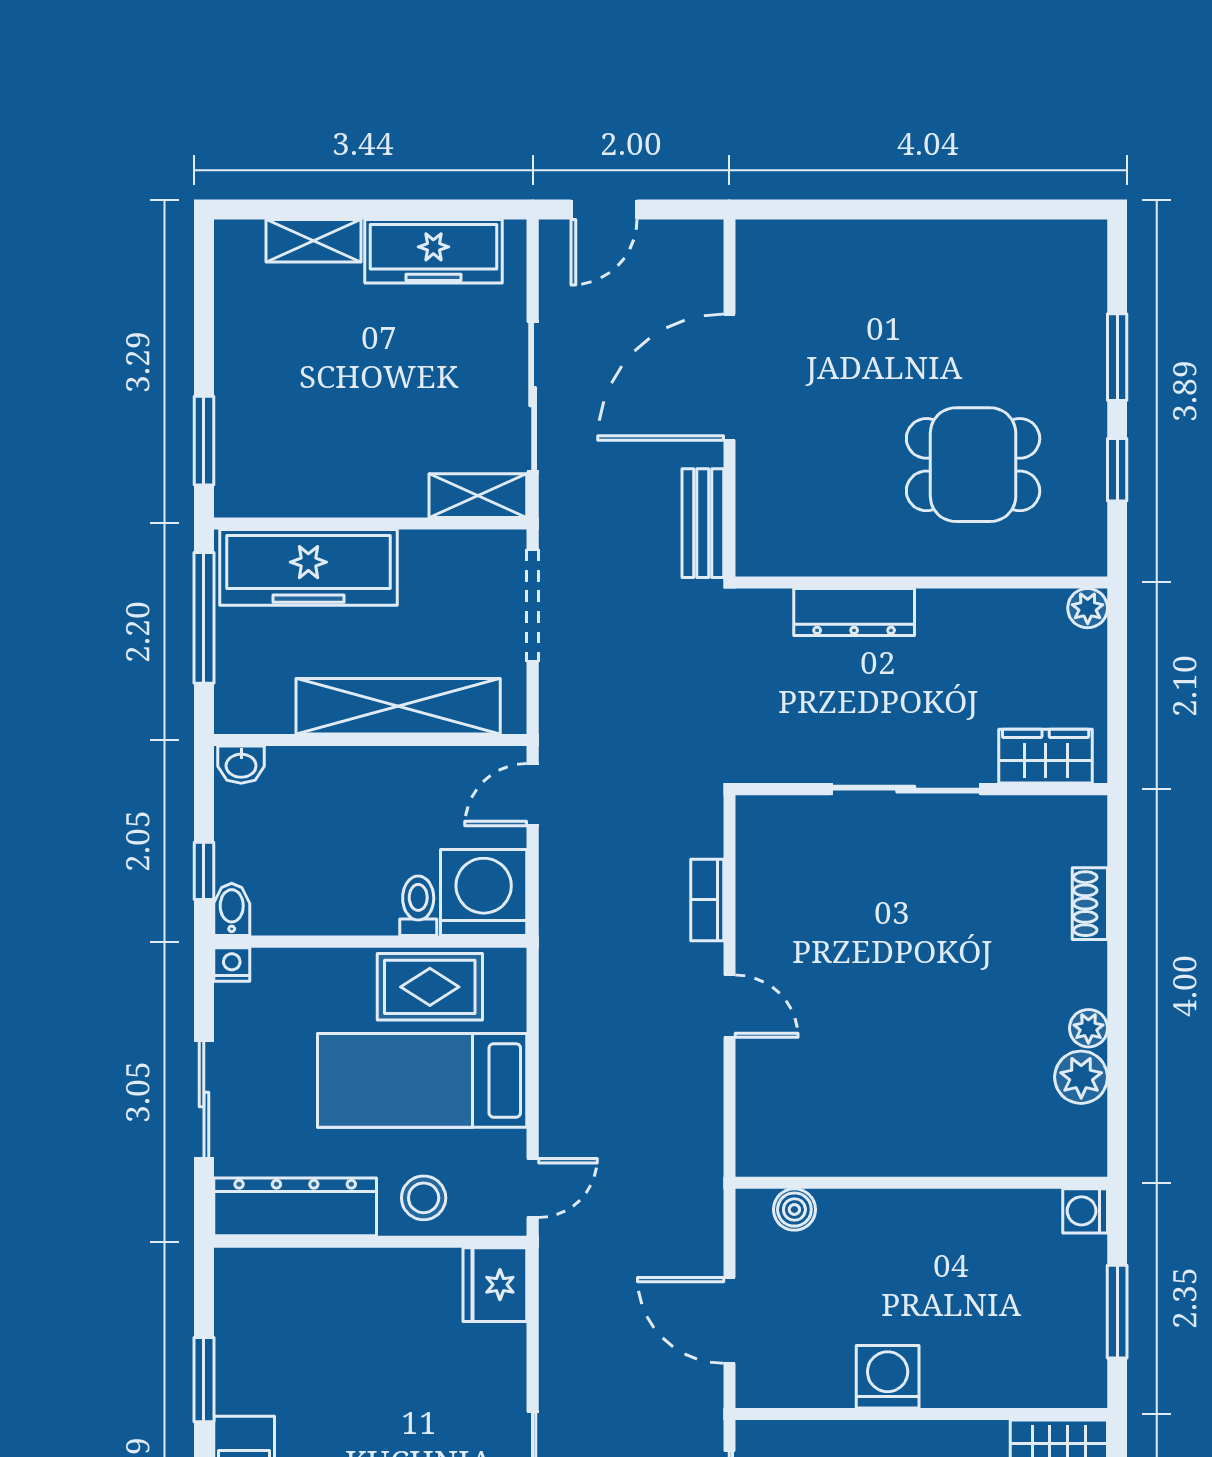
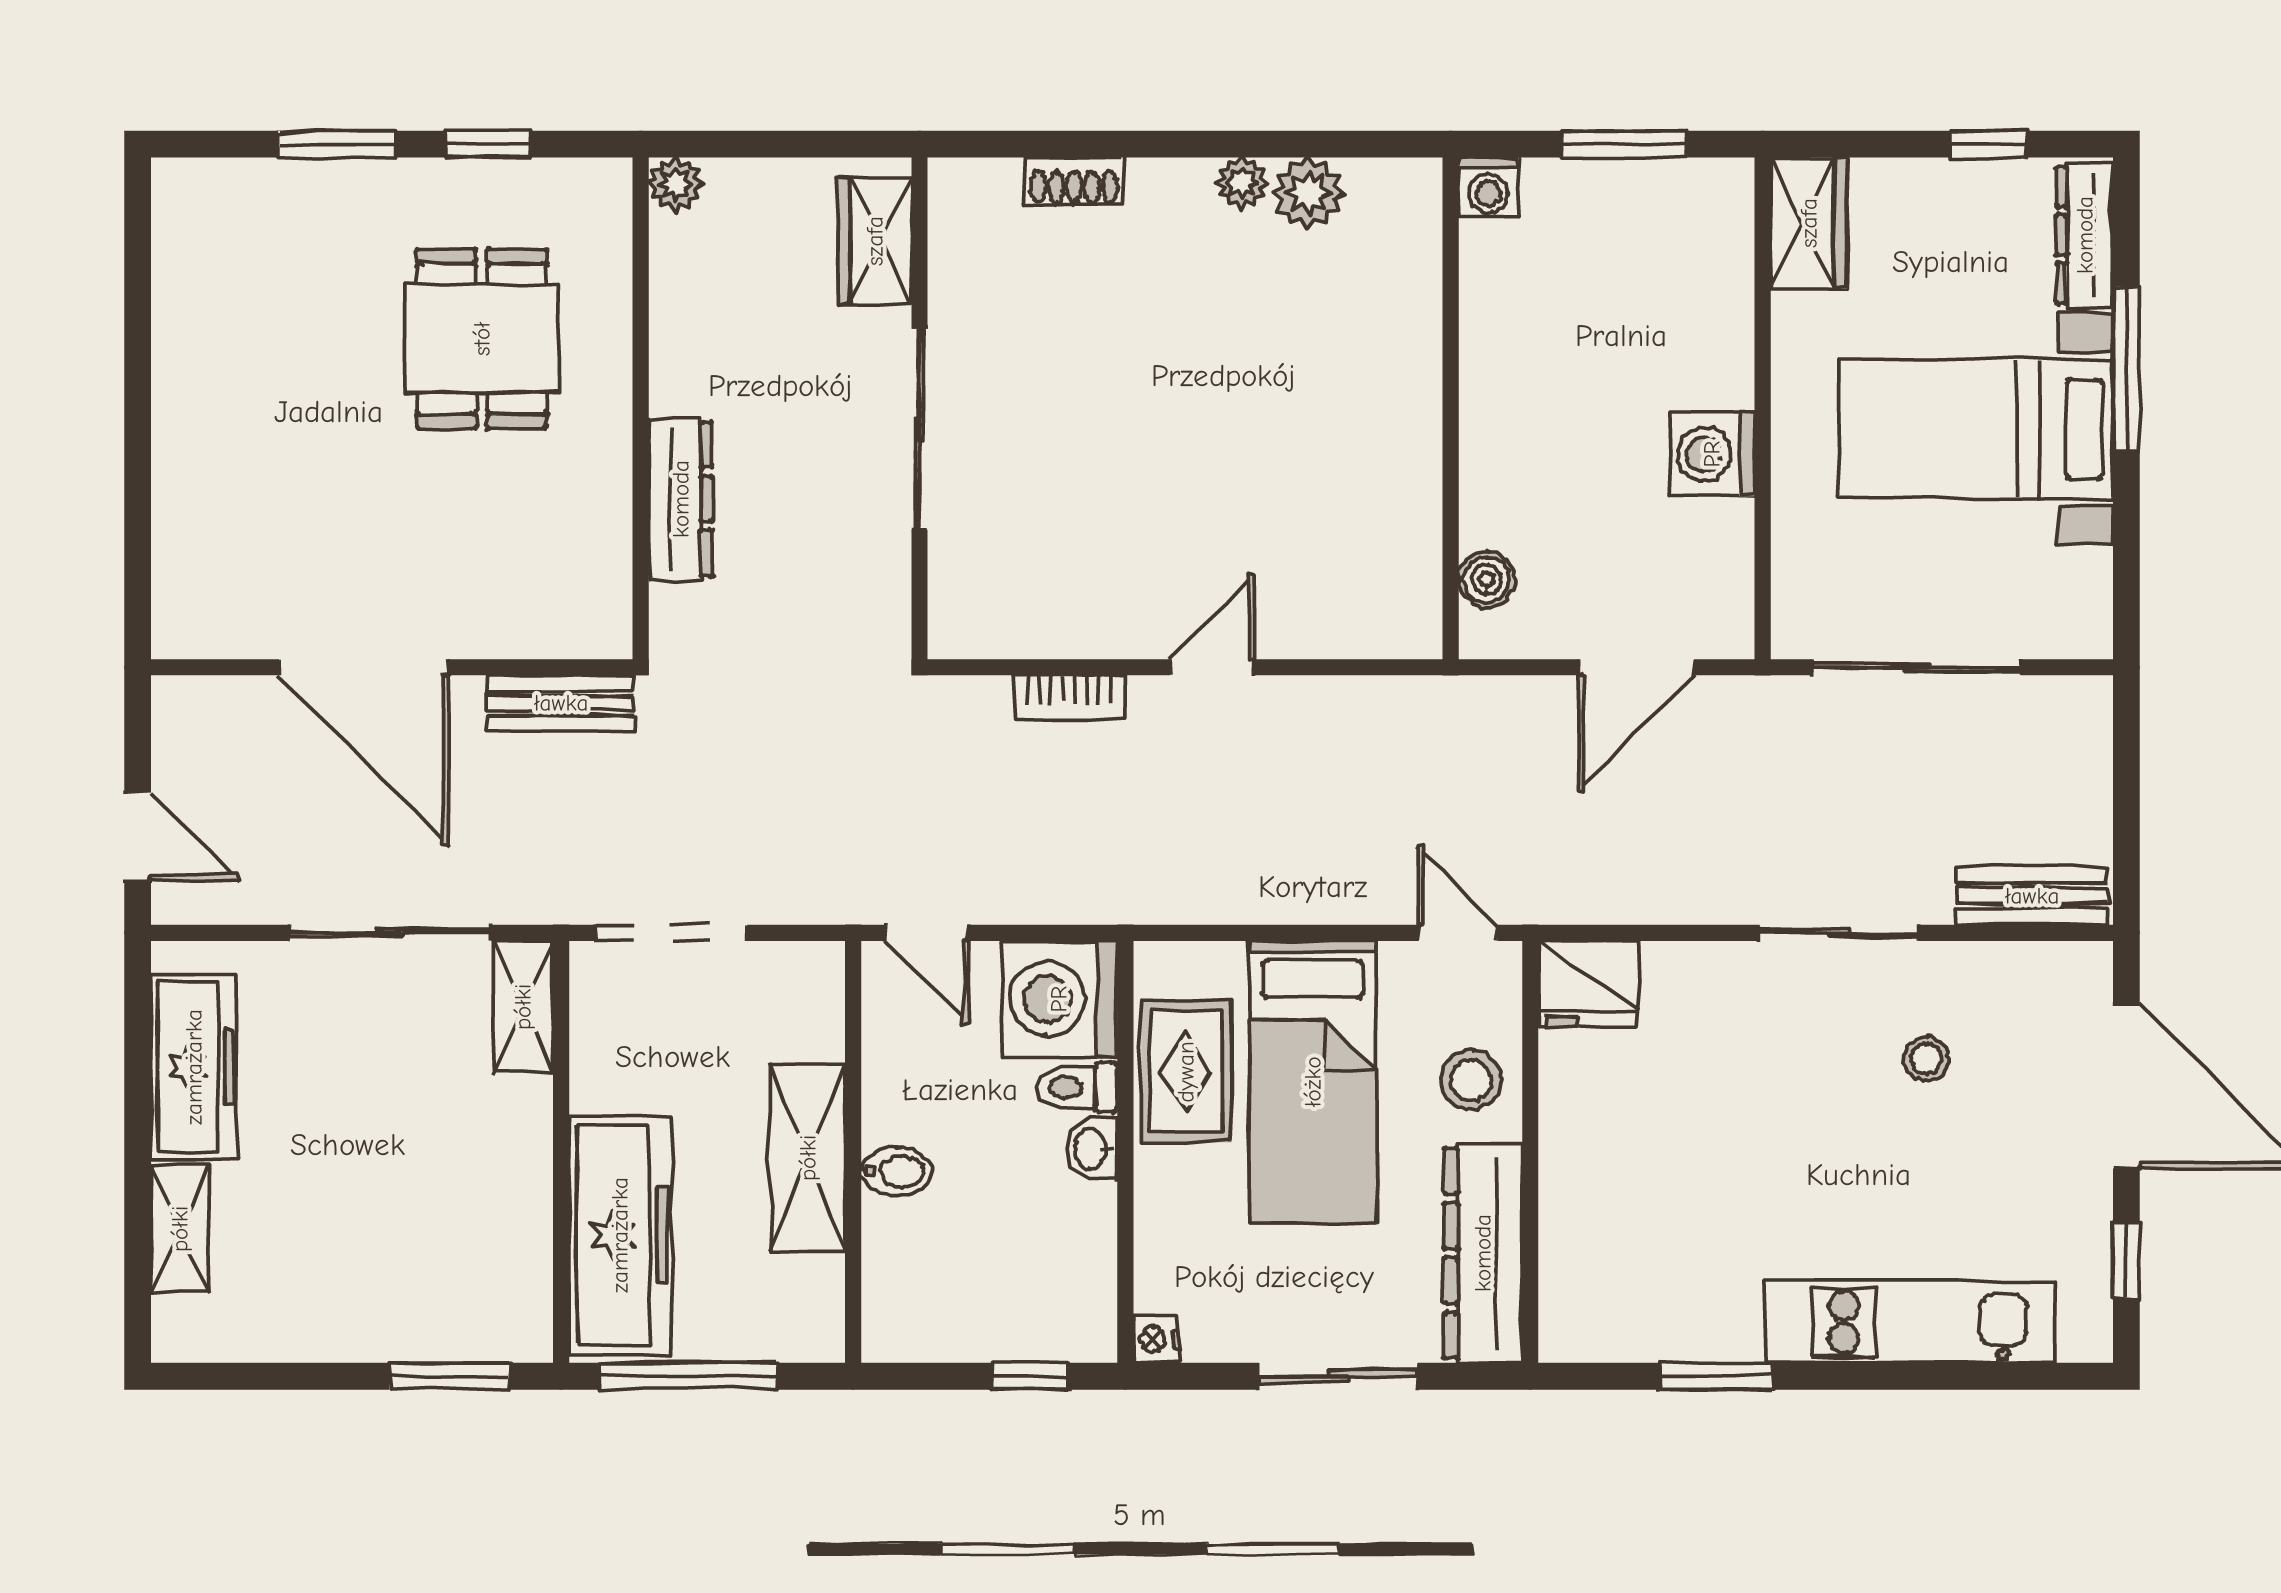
shelving: (398, 706) -> (808, 1158), width x0.68
washbasin: (241, 765) -> (1092, 1149), moved, turned 180
bidet: (232, 909) -> (897, 1171), moved, turned 180

